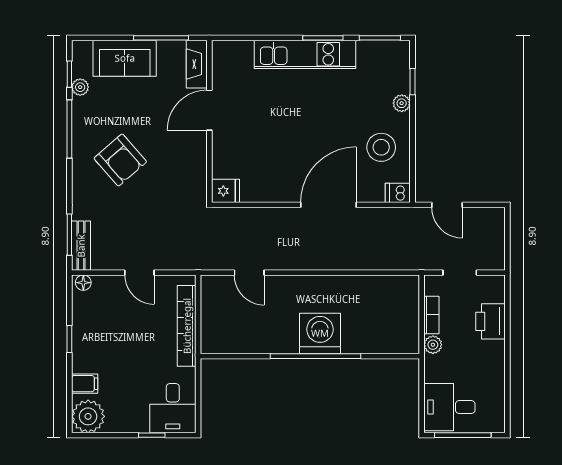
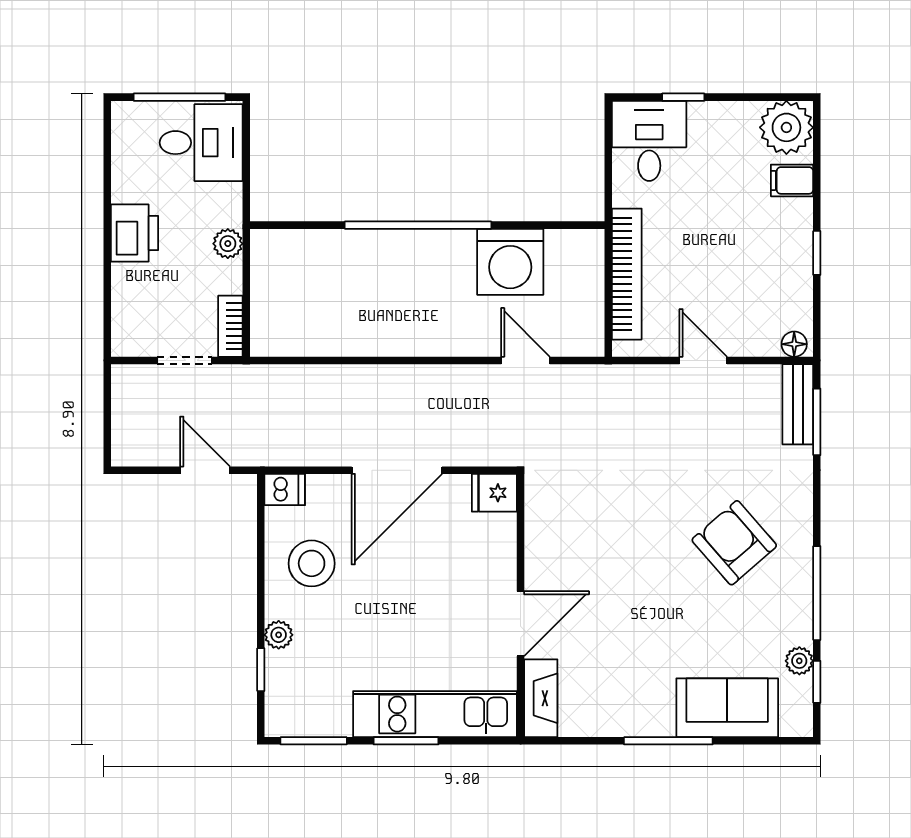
fireplace: (197, 64) -> (541, 698), moved
door: (209, 110) -> (521, 624), moved
wall: (209, 121) -> (521, 606), moved
fridge: (225, 191) -> (494, 493), moved
bookcase: (431, 315) -> (230, 326), moved
printer: (490, 321) -> (135, 233), moved
washing machine: (320, 333) -> (510, 262), moved

